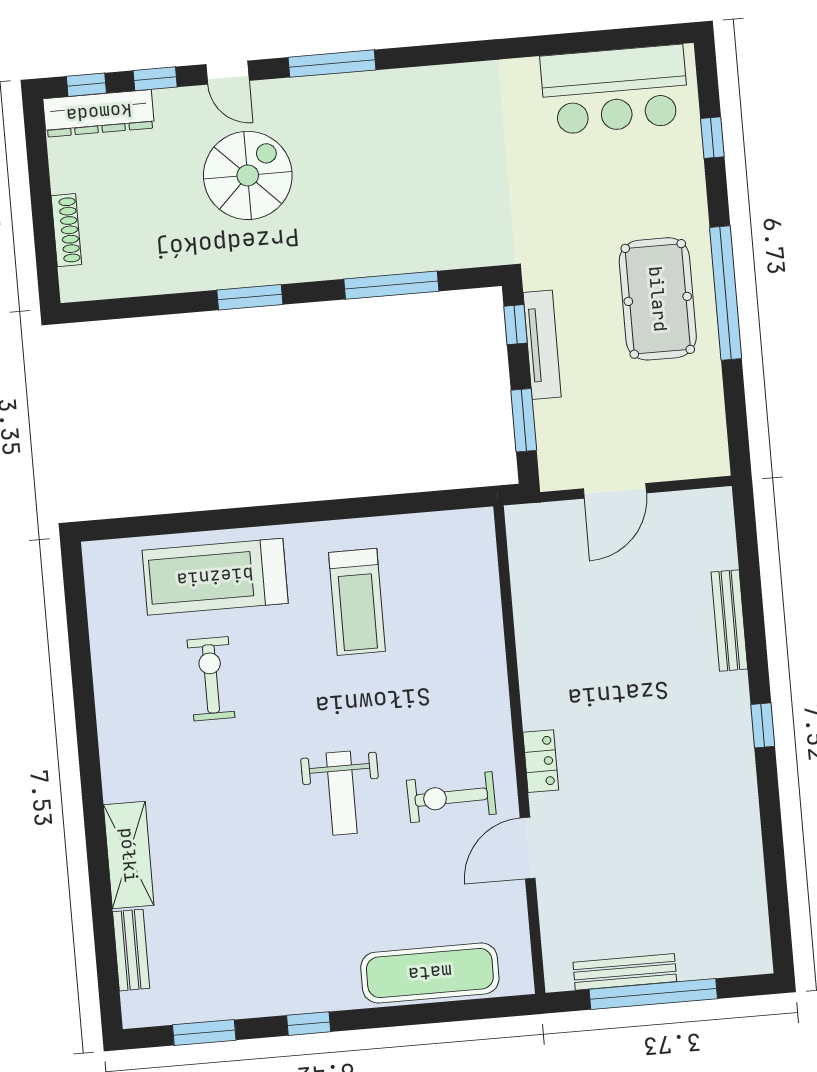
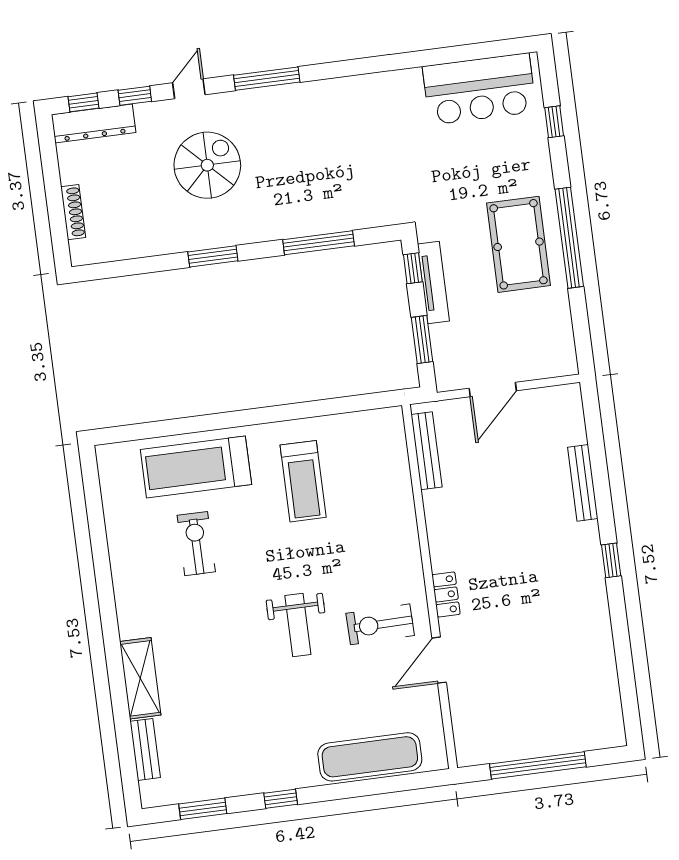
door: (228, 73) -> (189, 89), swing flipped
bench: (625, 972) -> (427, 451), moved, turned 90

